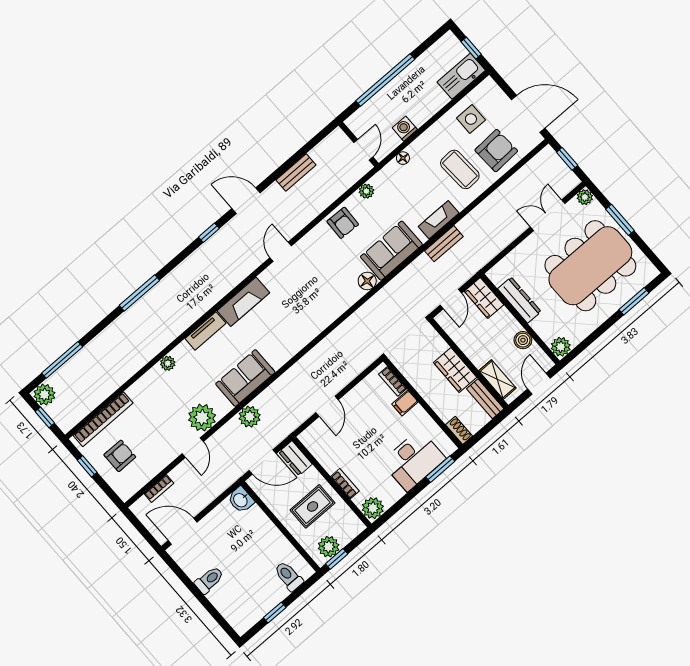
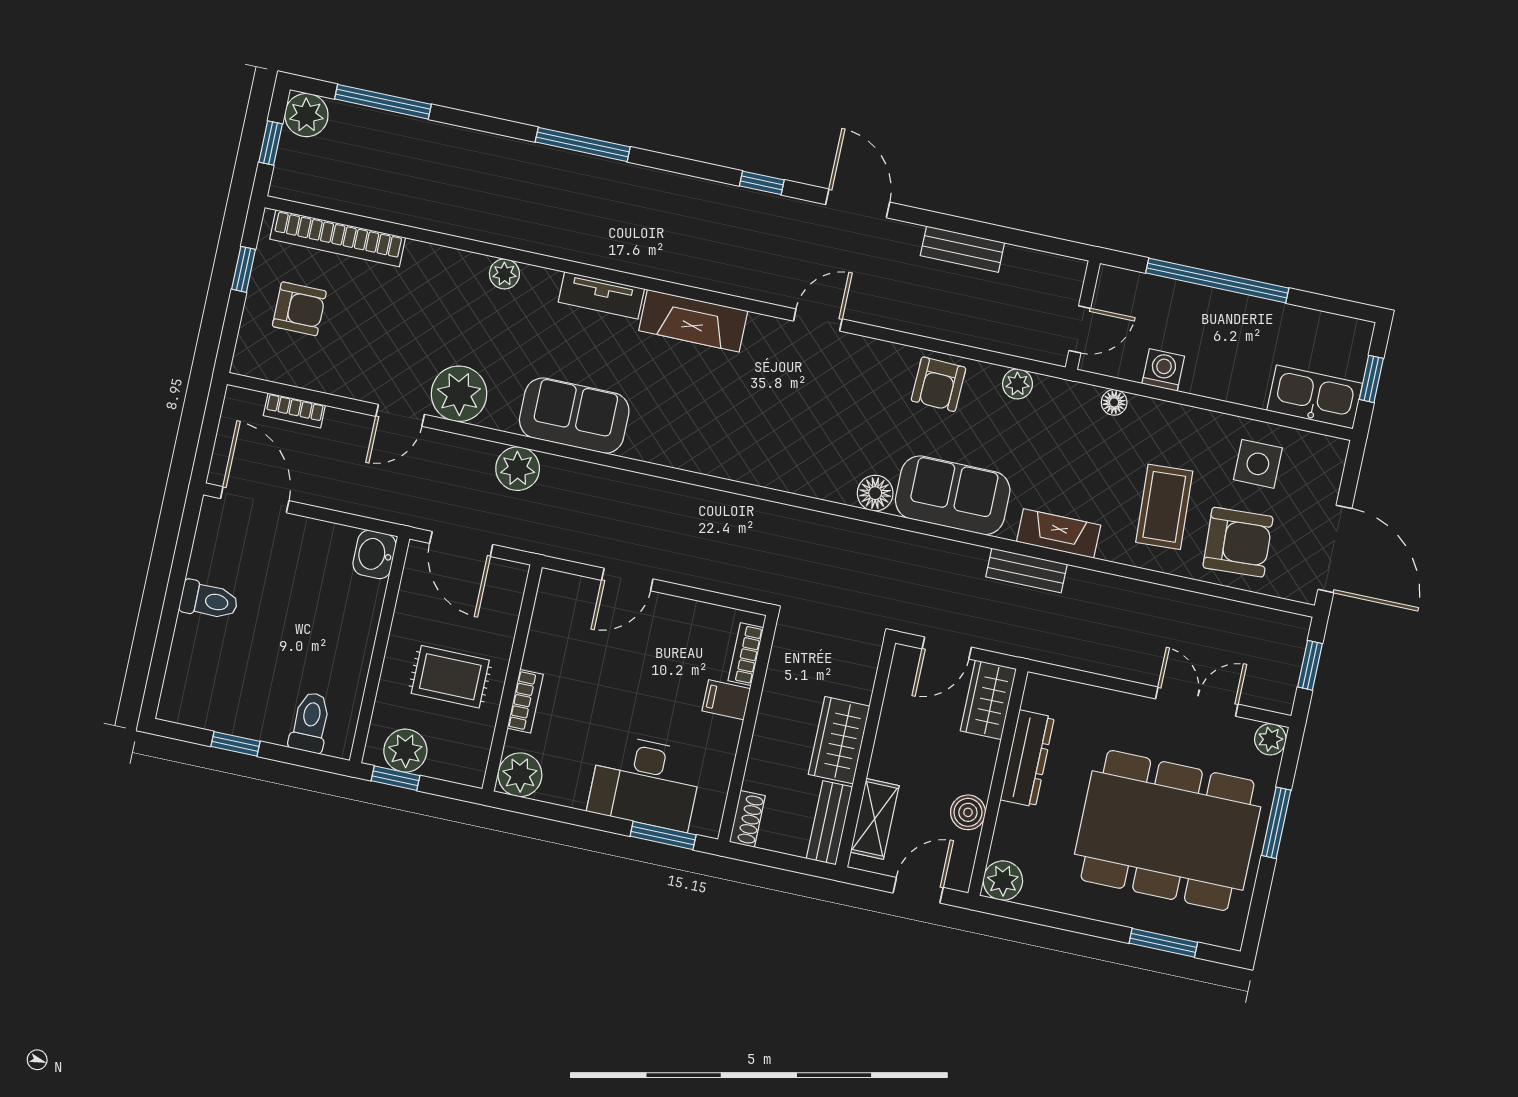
dresser: (296, 458) -> (507, 592), removed

